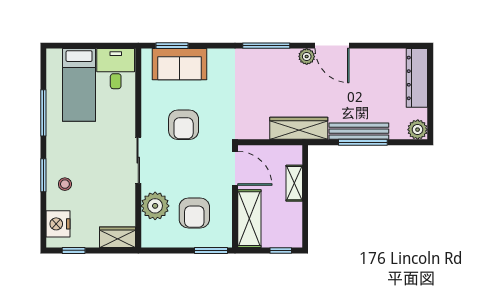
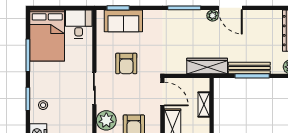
bed: (79, 85) -> (47, 36), width x1.50

